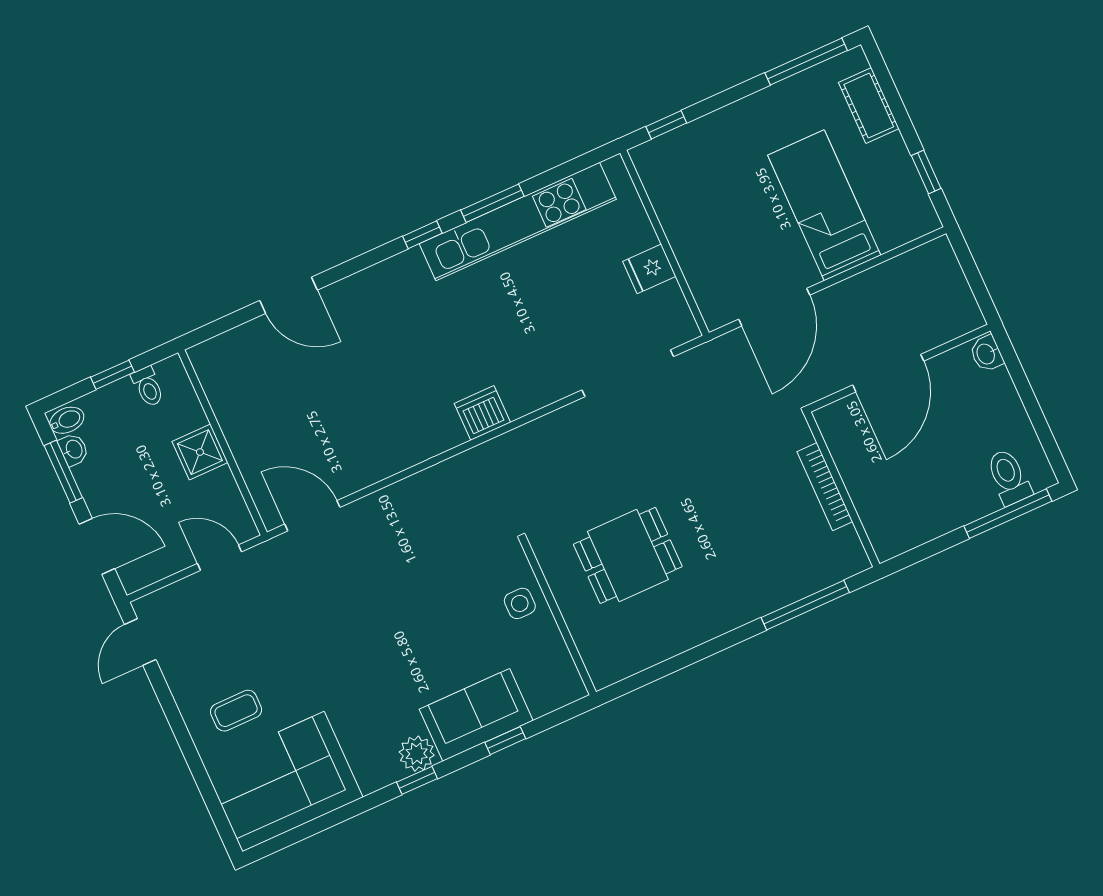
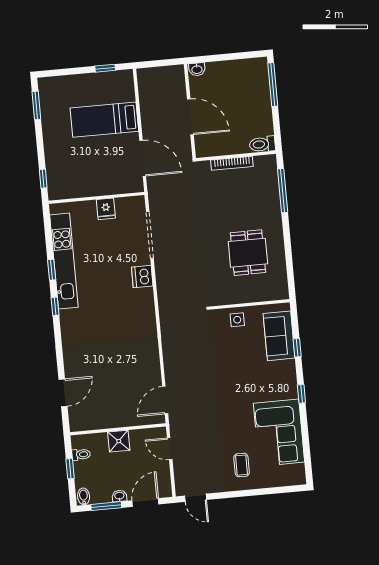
window: (806, 62) -> (36, 105), width x0.69
cot: (869, 106) -> (66, 84), removed
window: (492, 203) -> (52, 270), width x0.67
door: (288, 295) -> (63, 393), moved
dishwasher: (482, 413) -> (142, 277), moved
washbasin: (74, 449) -> (119, 496), moved
toilet: (1009, 477) -> (262, 144), moved
dining table: (628, 555) -> (248, 253), moved
door: (219, 558) -> (170, 449), hinge flipped
sofa: (476, 715) -> (279, 336), moved
plant: (417, 754) -> (289, 390), removed
corner sofa: (283, 781) -> (279, 433), moved

